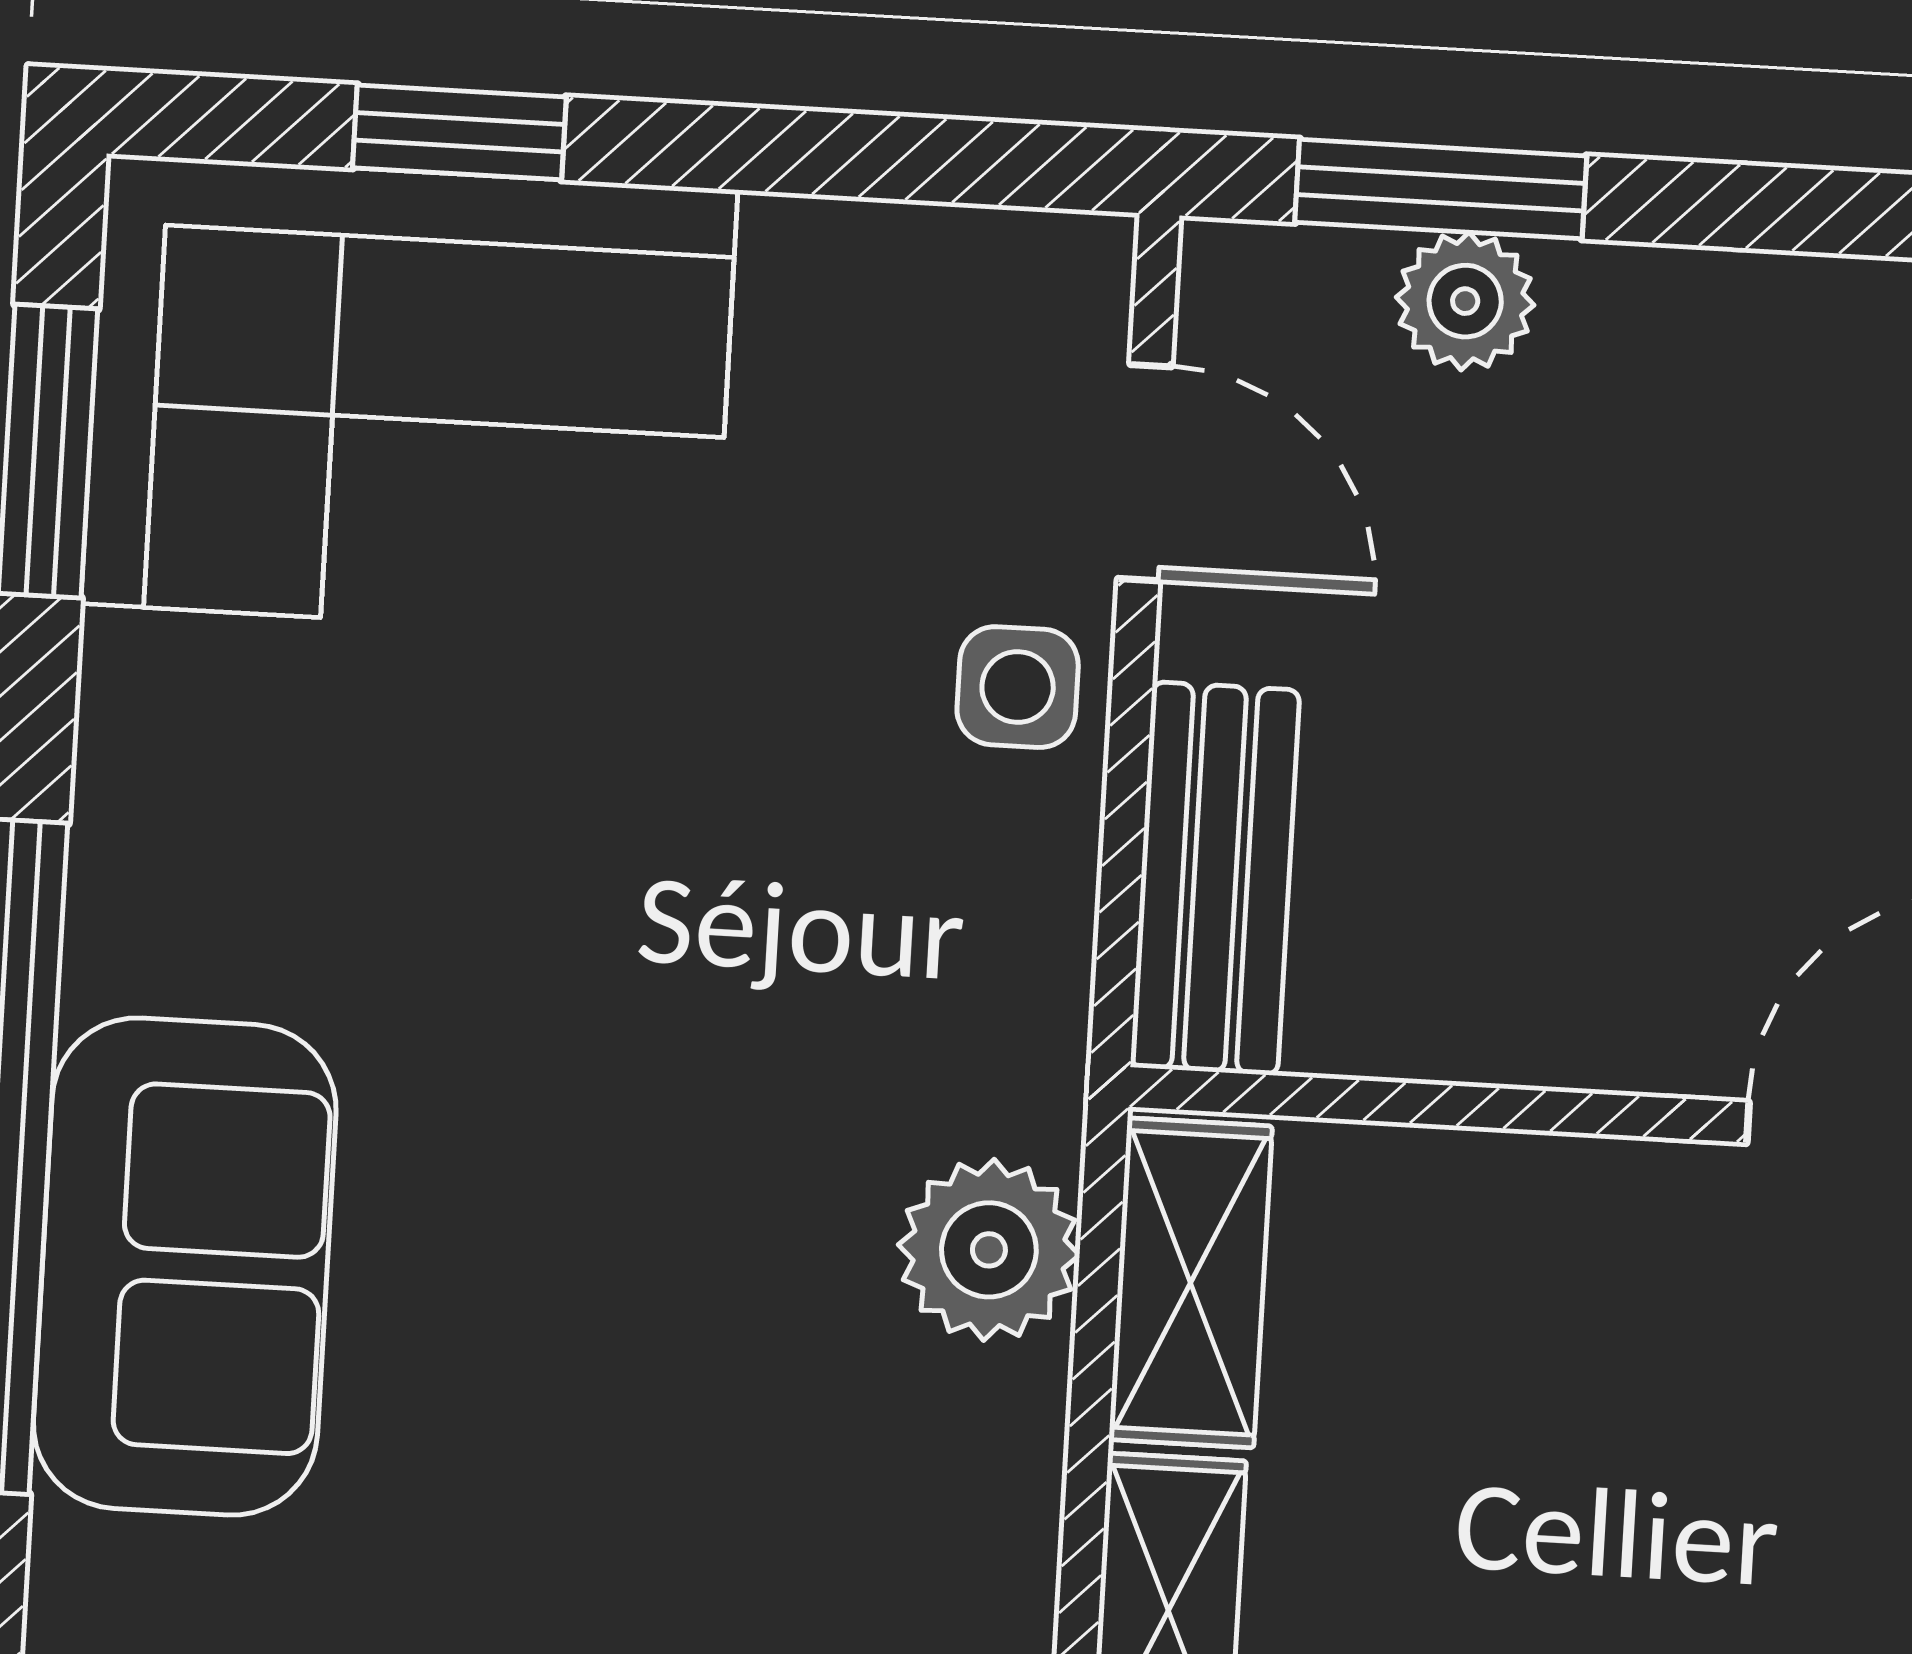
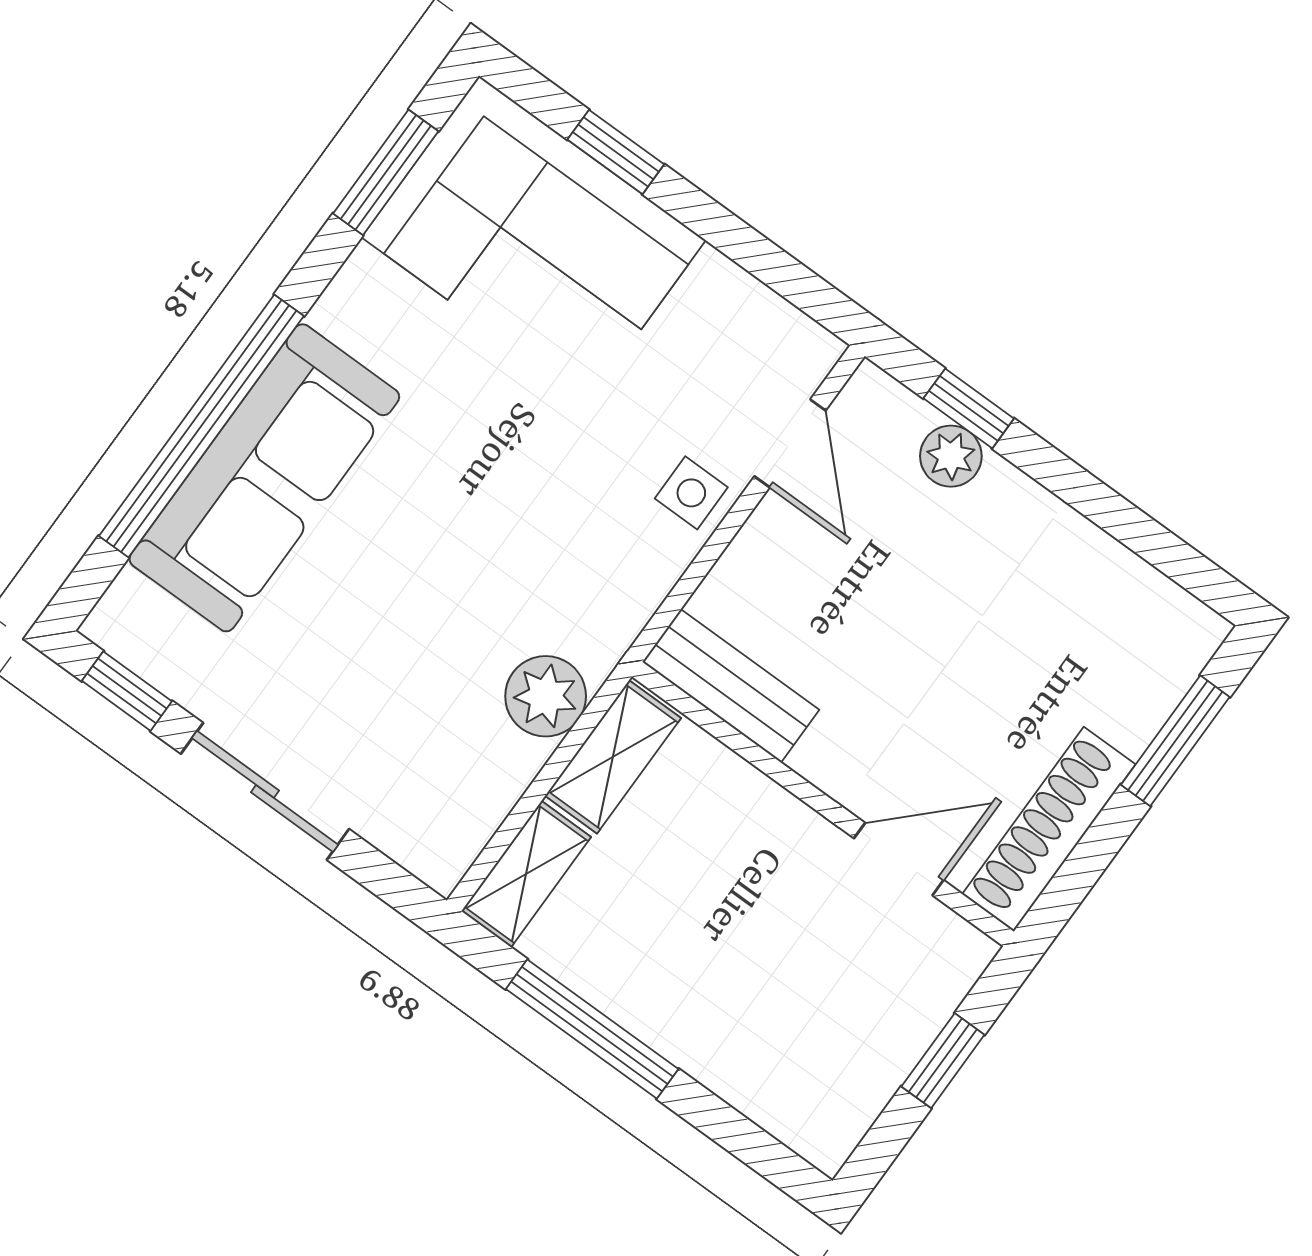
window: (1441, 189) -> (969, 408), width x0.67
bench: (1215, 878) -> (731, 686), moved, turned 90
sofa: (185, 1267) -> (264, 478), width x1.36

